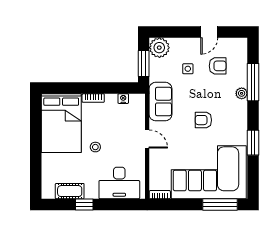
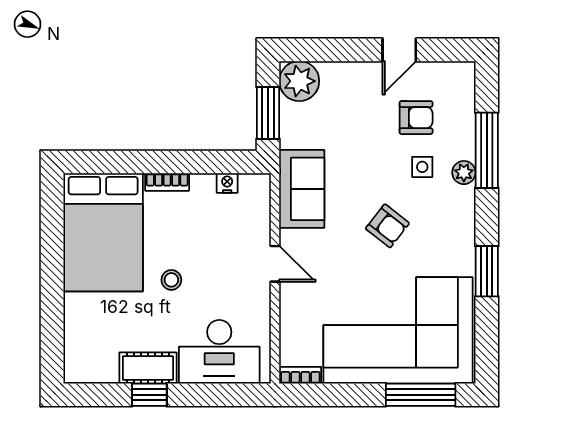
side table: (188, 69) -> (422, 167), moved
armchair: (203, 120) -> (387, 226), turned -142
cot: (70, 191) -> (148, 368), moved

